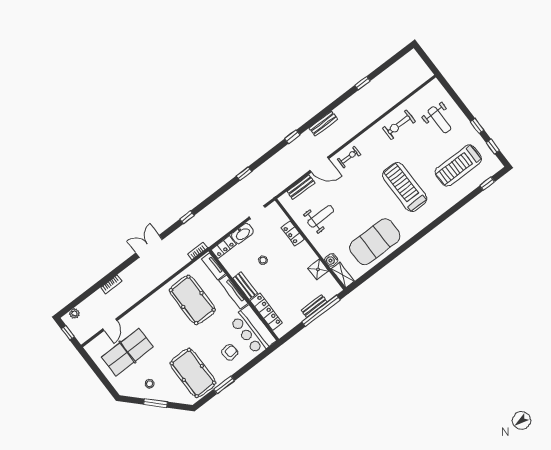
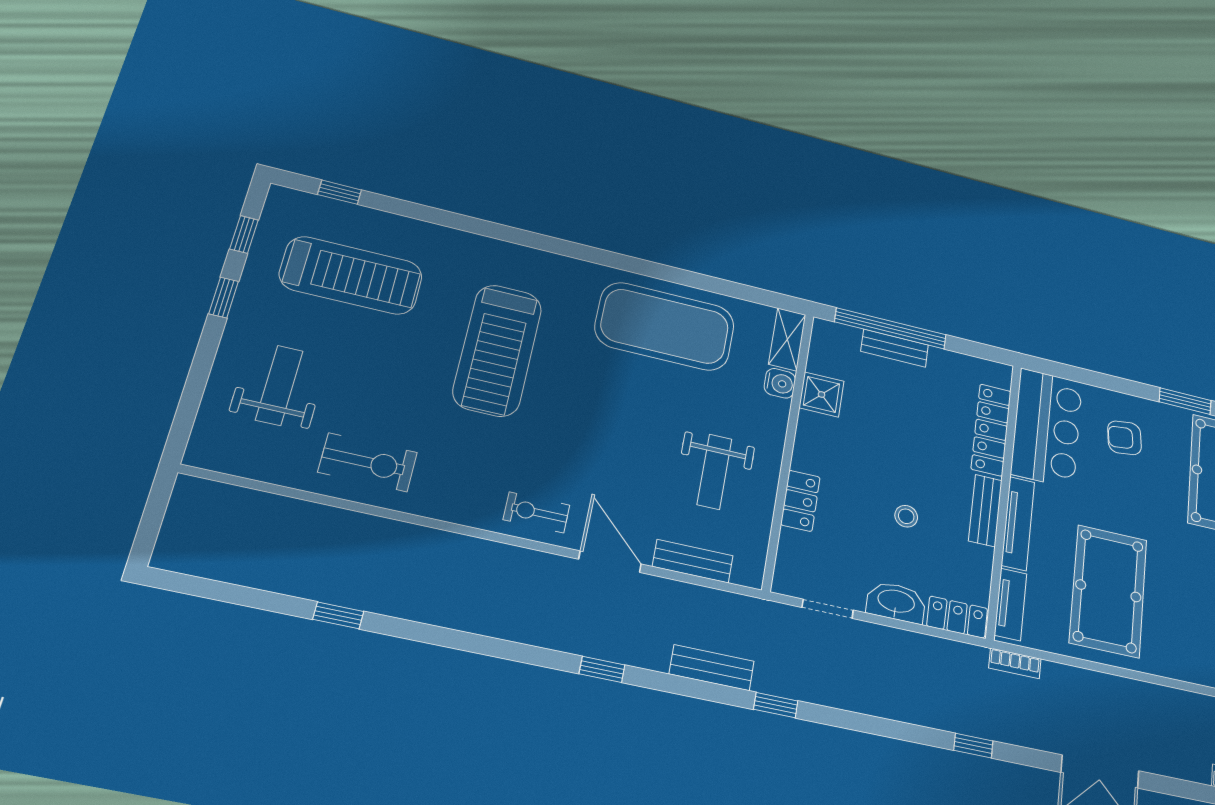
bench: (323, 124) -> (712, 668), moved
weight bench: (321, 216) -> (714, 472), turned -90

